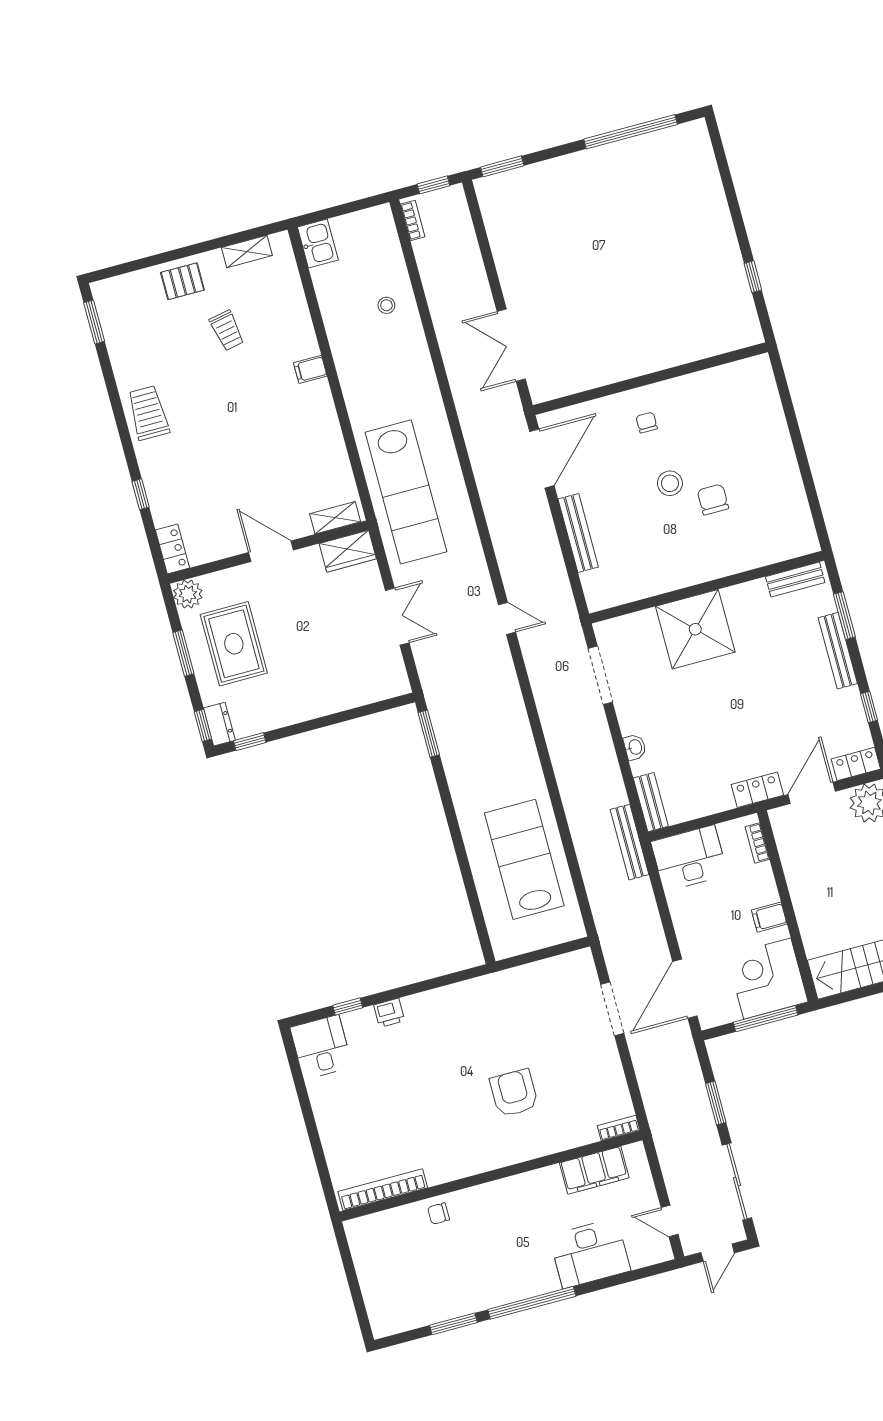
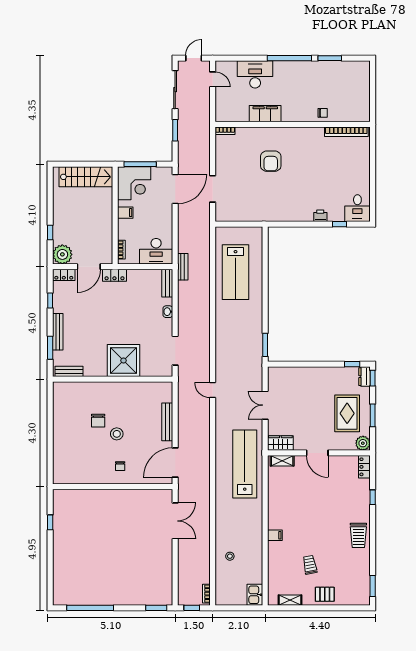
bench: (630, 842) -> (183, 267), width x0.73
filing cabinet: (594, 1170) -> (265, 114), moved

